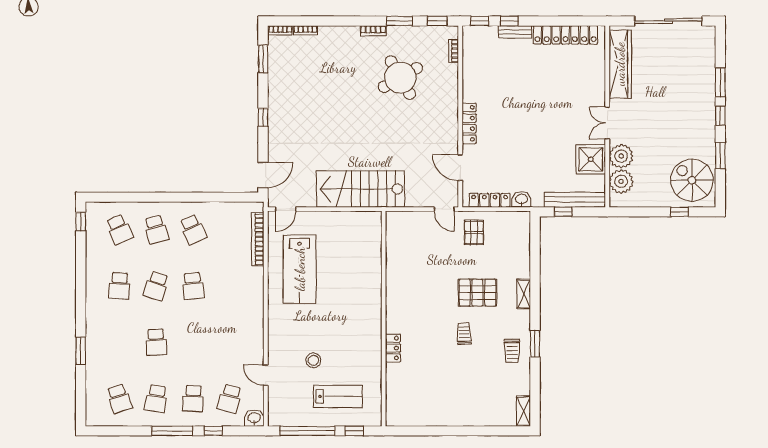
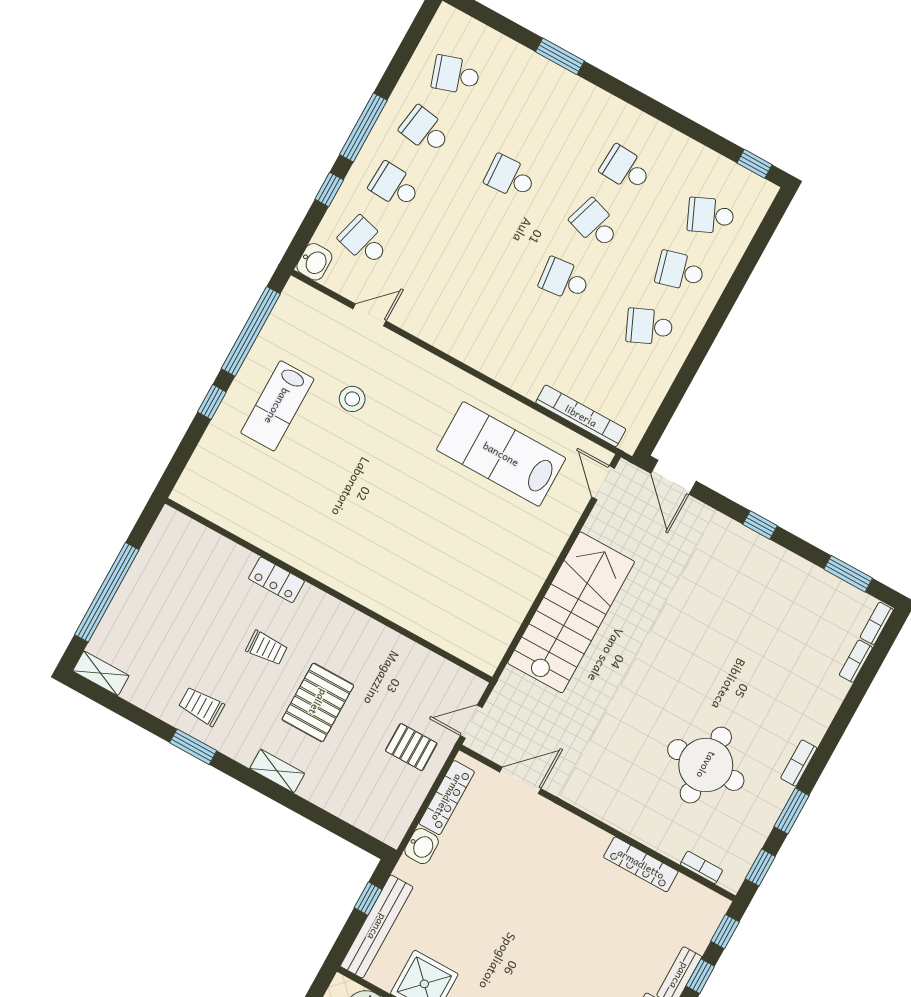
round table: (400, 78) -> (706, 765), turned 30
locker: (469, 123) -> (641, 864), moved
wall: (384, 319) -> (329, 590), moved
locker: (393, 348) -> (276, 580), moved
window: (481, 431) -> (107, 592), added

